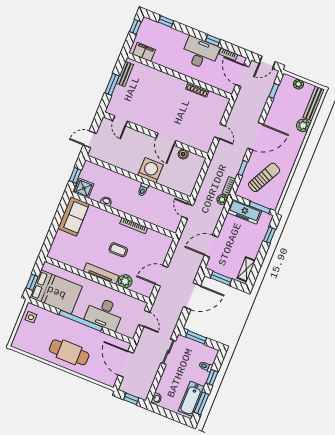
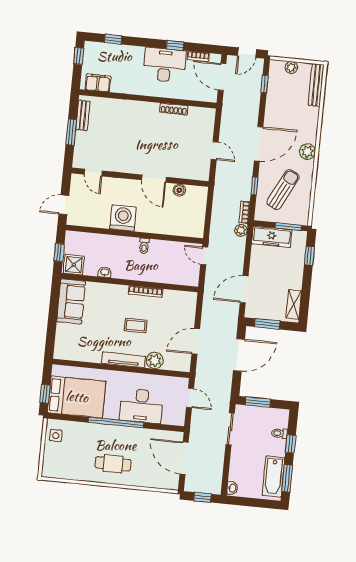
plant: (303, 125) -> (307, 152), moved
washing machine: (150, 170) -> (123, 218), moved
cafe table: (69, 352) -> (113, 464), width x0.73, depth x0.74

